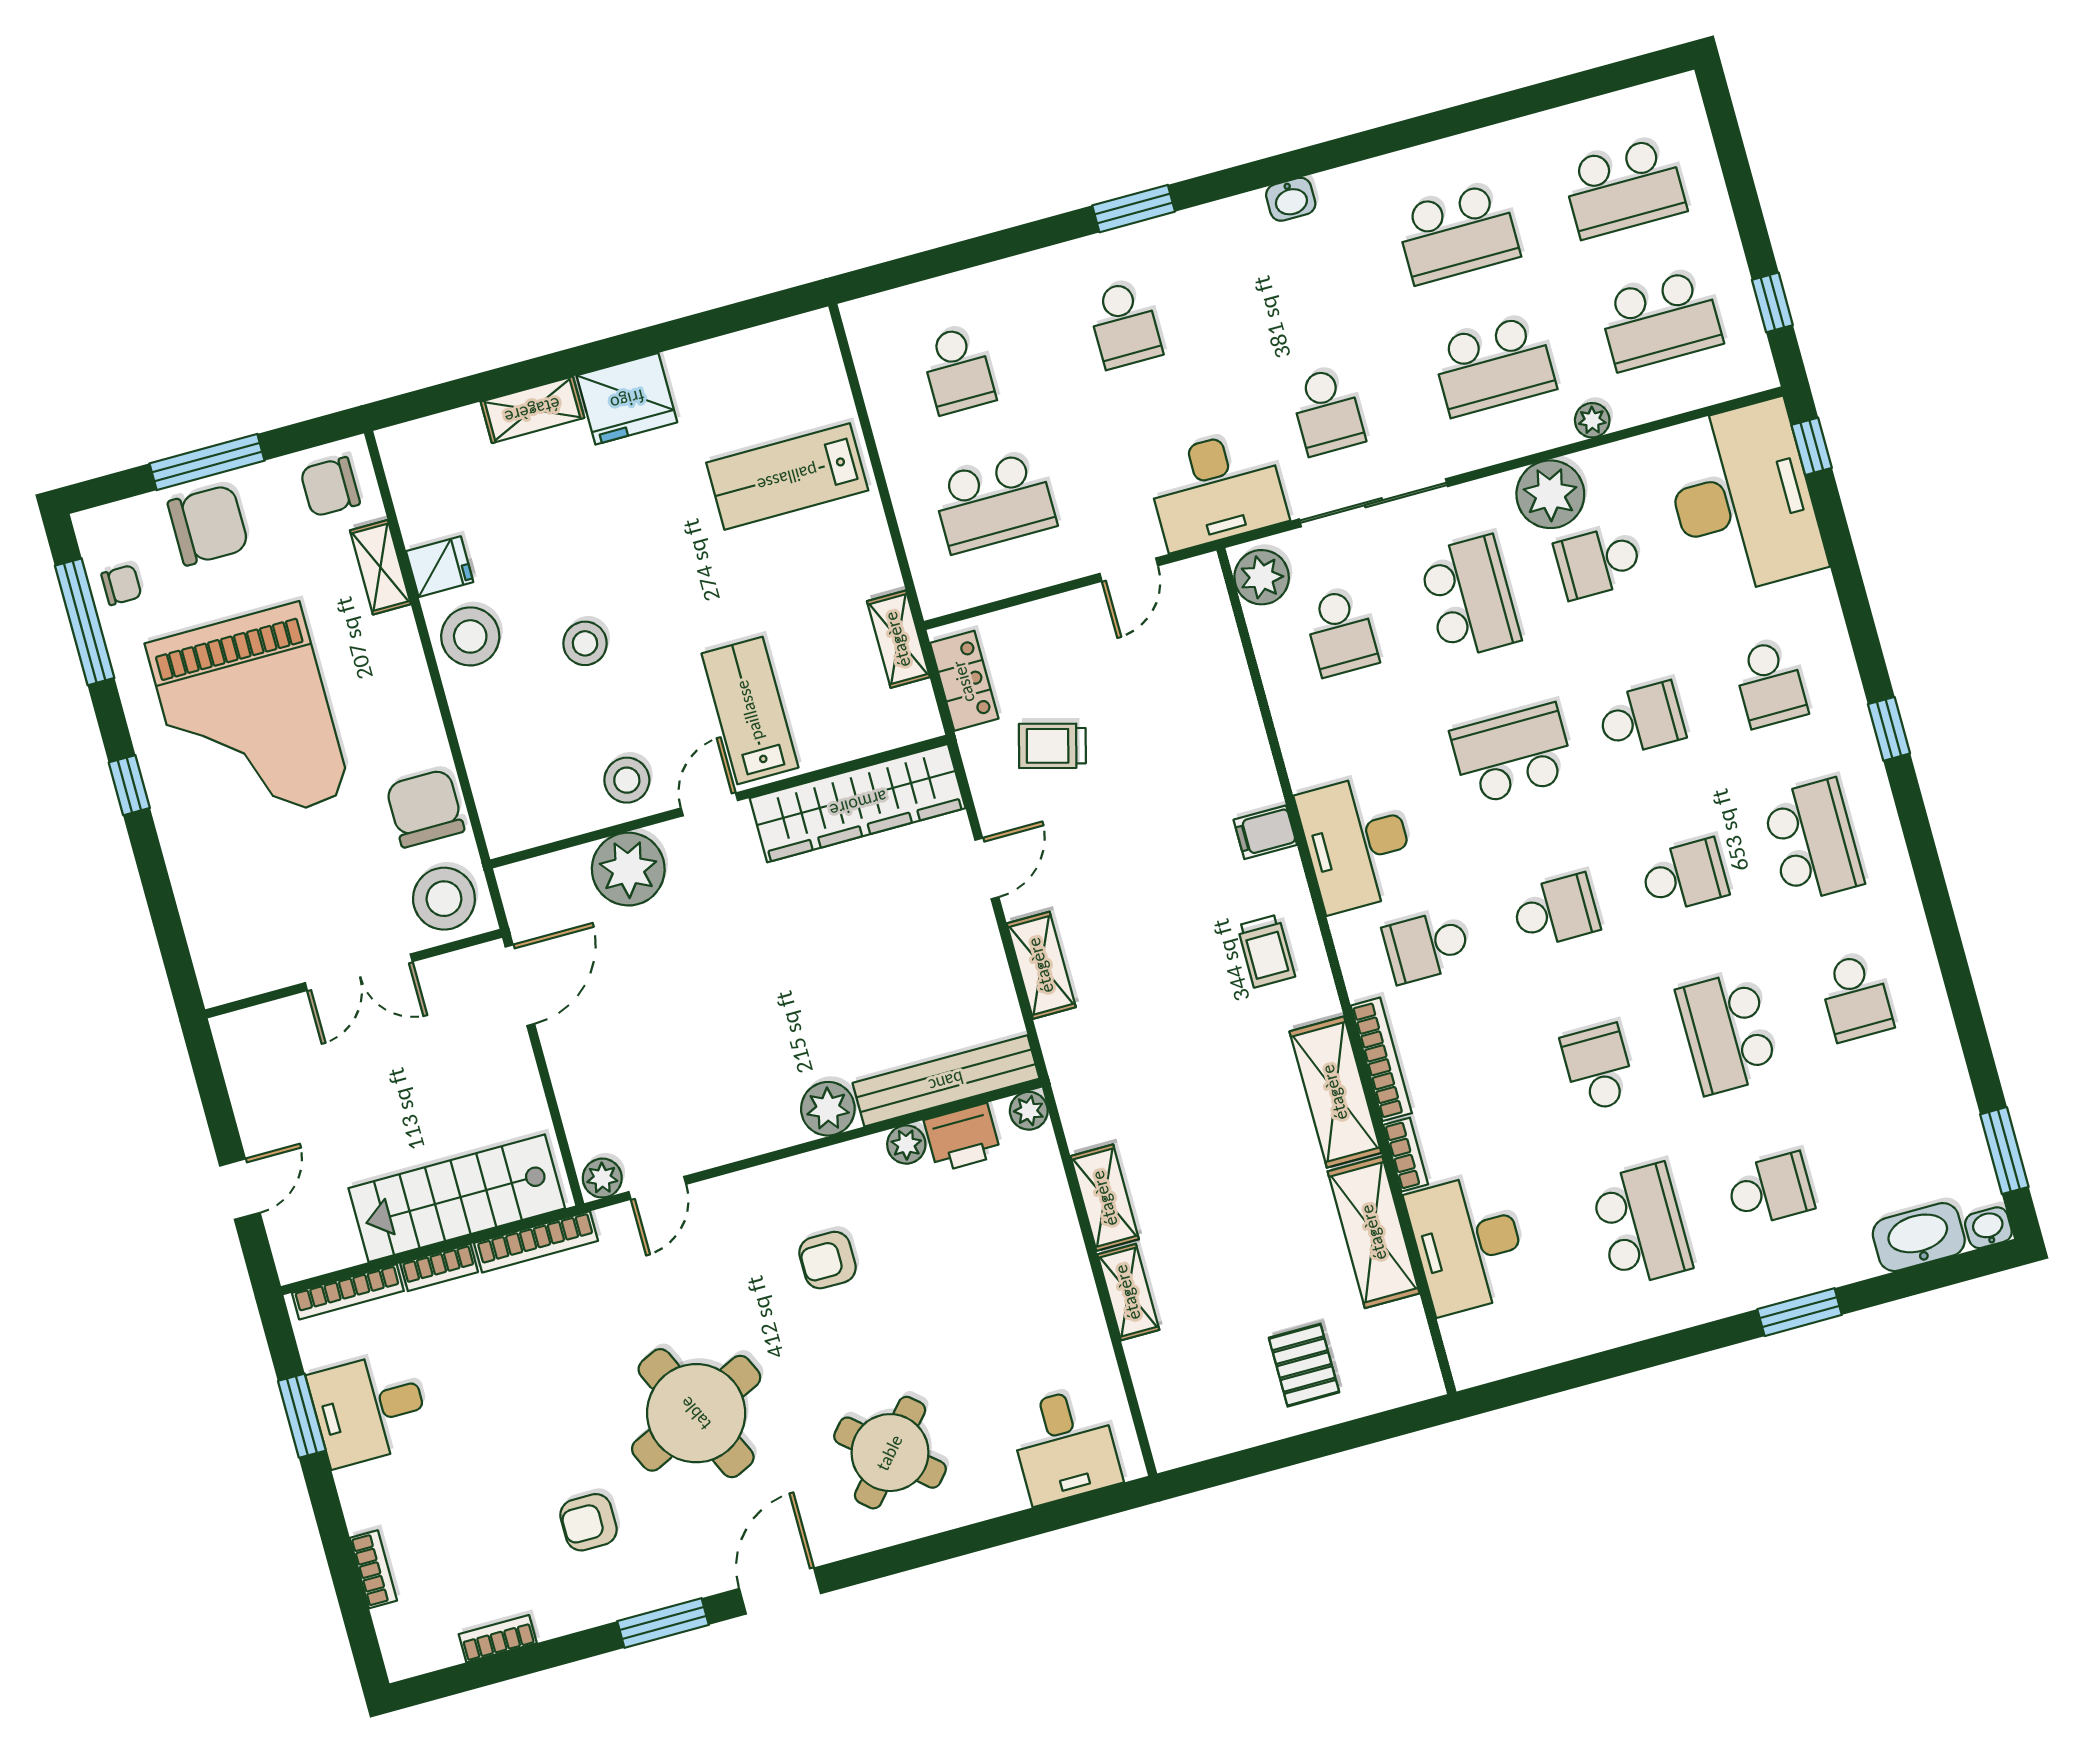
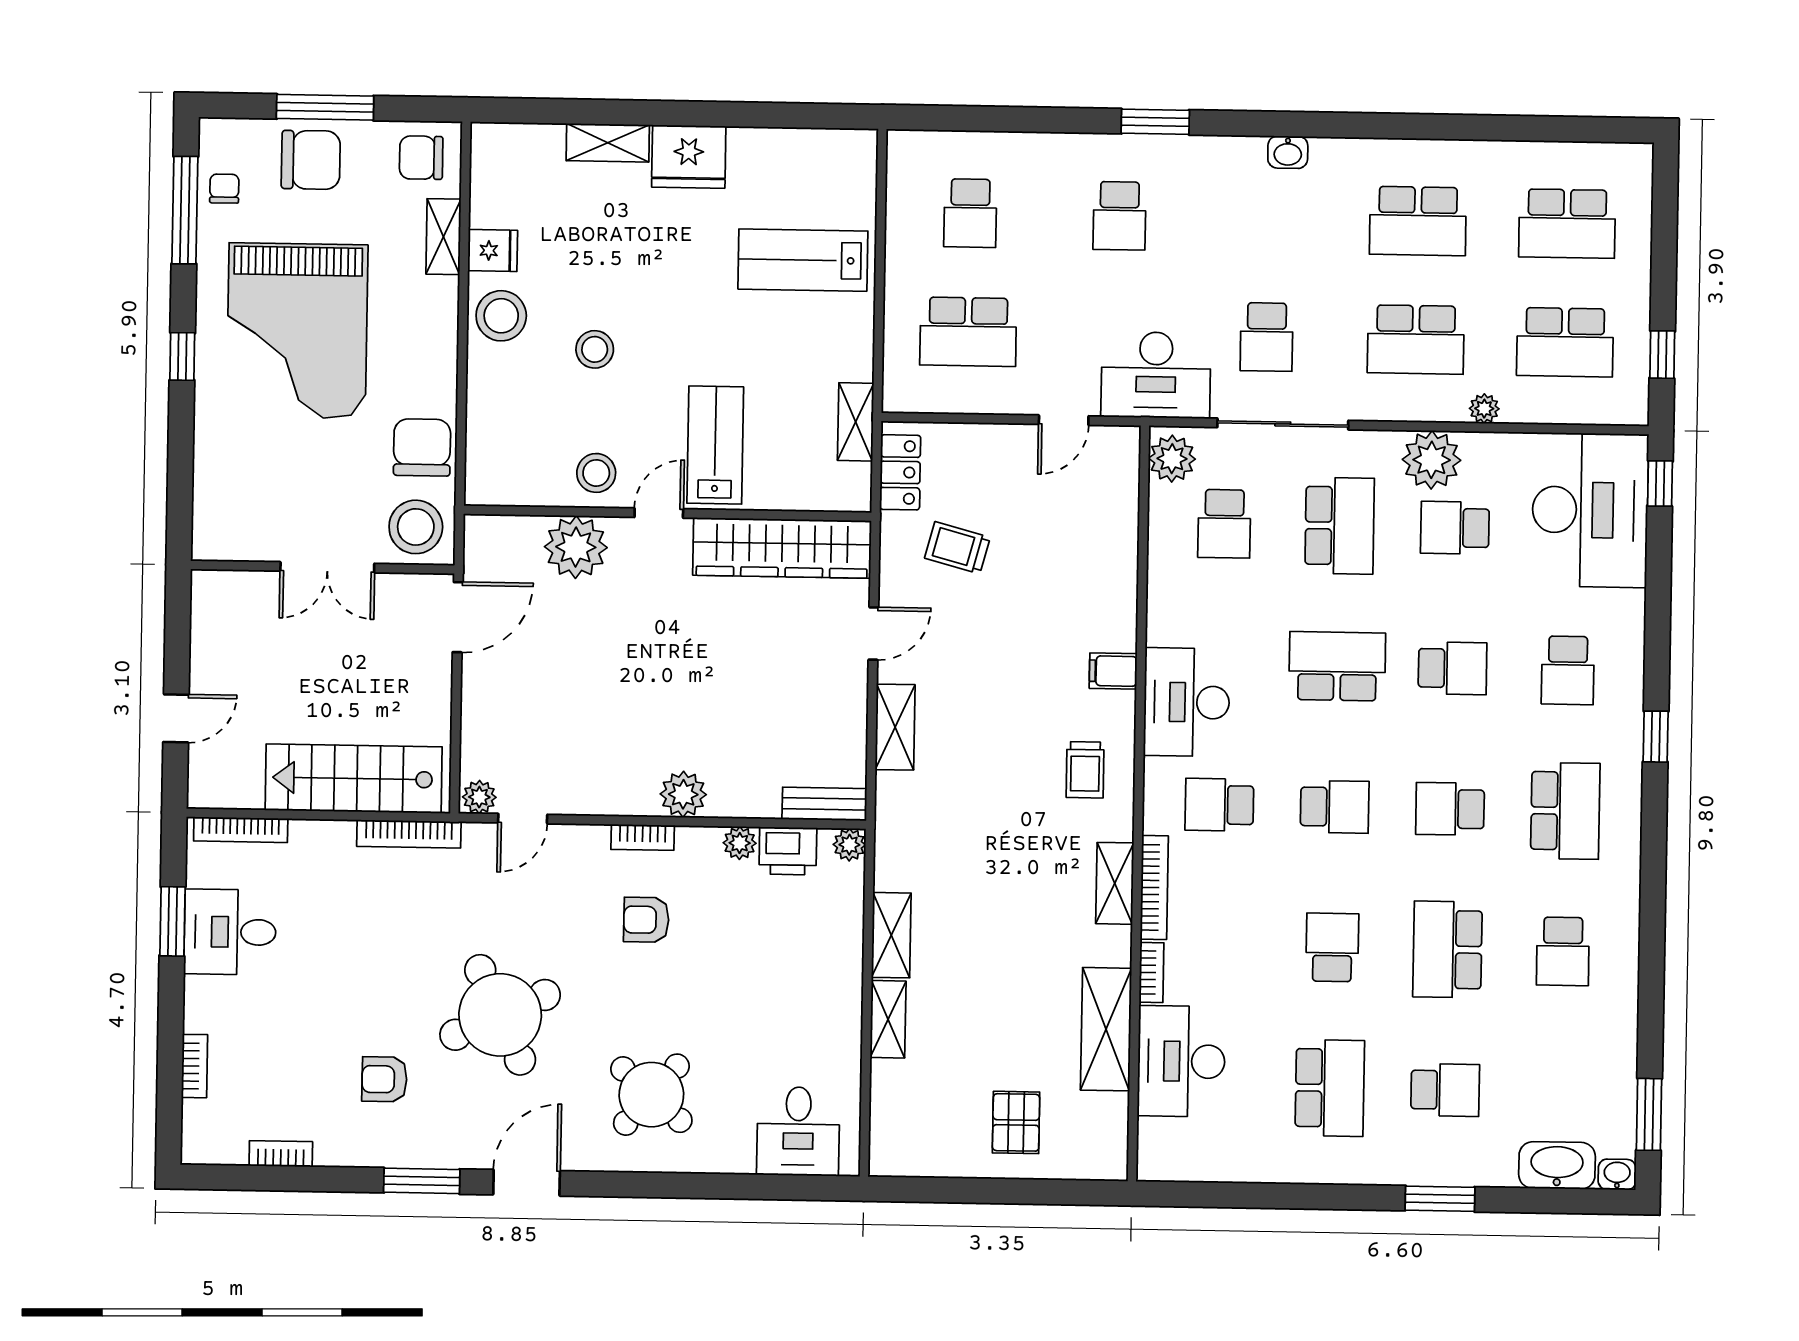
chair: (121, 585) -> (224, 189), turned -90
school desk: (1684, 876) -> (1450, 809), turned 180
bench: (946, 1081) -> (824, 804), width x0.54, depth x0.82
shelving: (1335, 1092) -> (1115, 883), width x0.67, depth x0.75
bookcase: (439, 1268) -> (643, 837), moved

